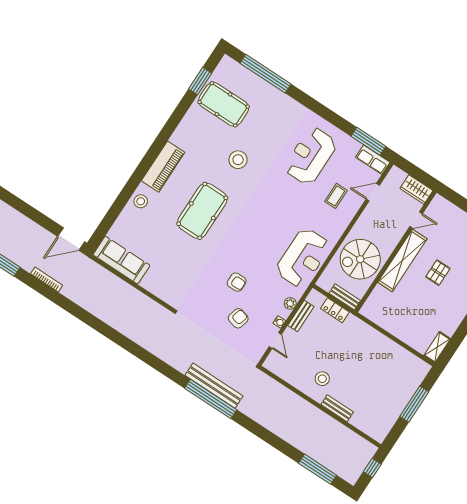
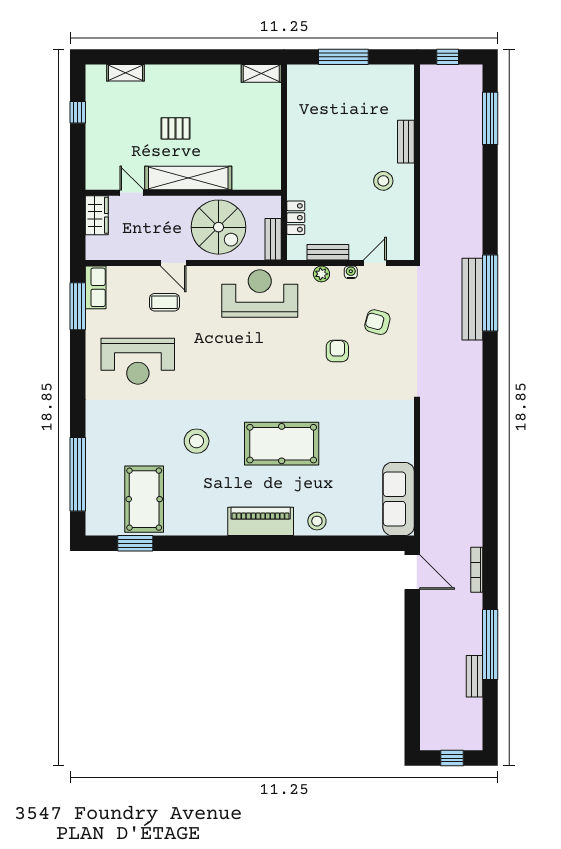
door: (373, 192) -> (173, 263), moved
bench: (345, 297) -> (273, 239), moved

